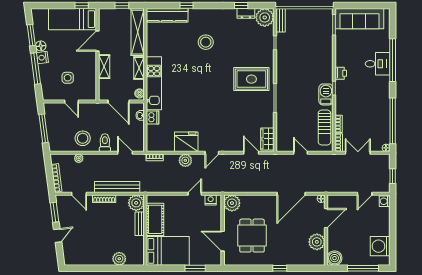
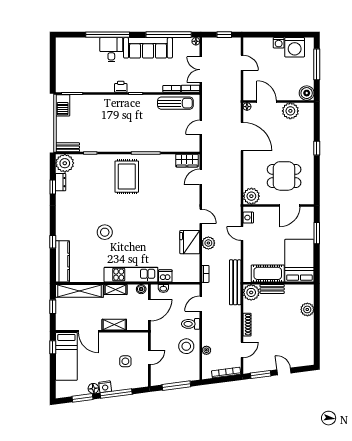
sofa: (359, 19) -> (148, 48), moved, turned 90
stool: (206, 42) -> (105, 232), moved
barbecue: (326, 94) -> (63, 105), moved, turned -90
bench: (117, 187) -> (235, 282), moved
washing machine: (385, 201) -> (279, 43), moved

